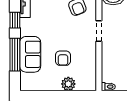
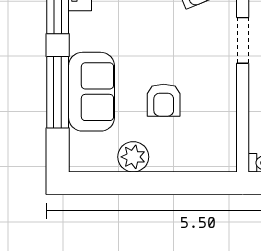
plant: (68, 84) -> (133, 157), moved

